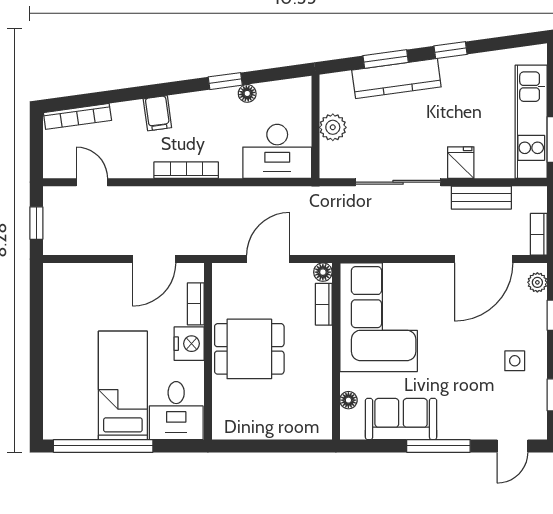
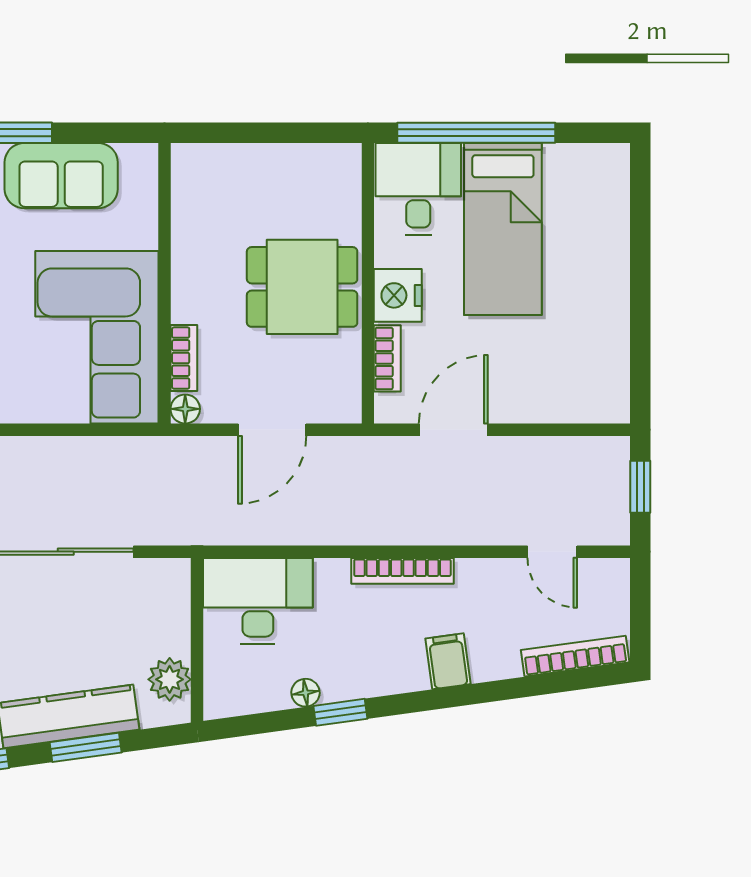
plant: (333, 127) -> (170, 679), moved
floor lamp: (348, 400) -> (145, 206), removed
window: (103, 446) -> (476, 133), moved

